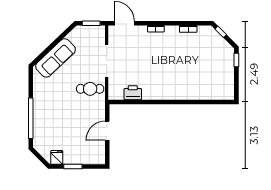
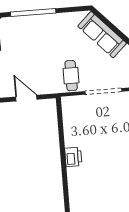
printer: (133, 93) -> (73, 157), moved

